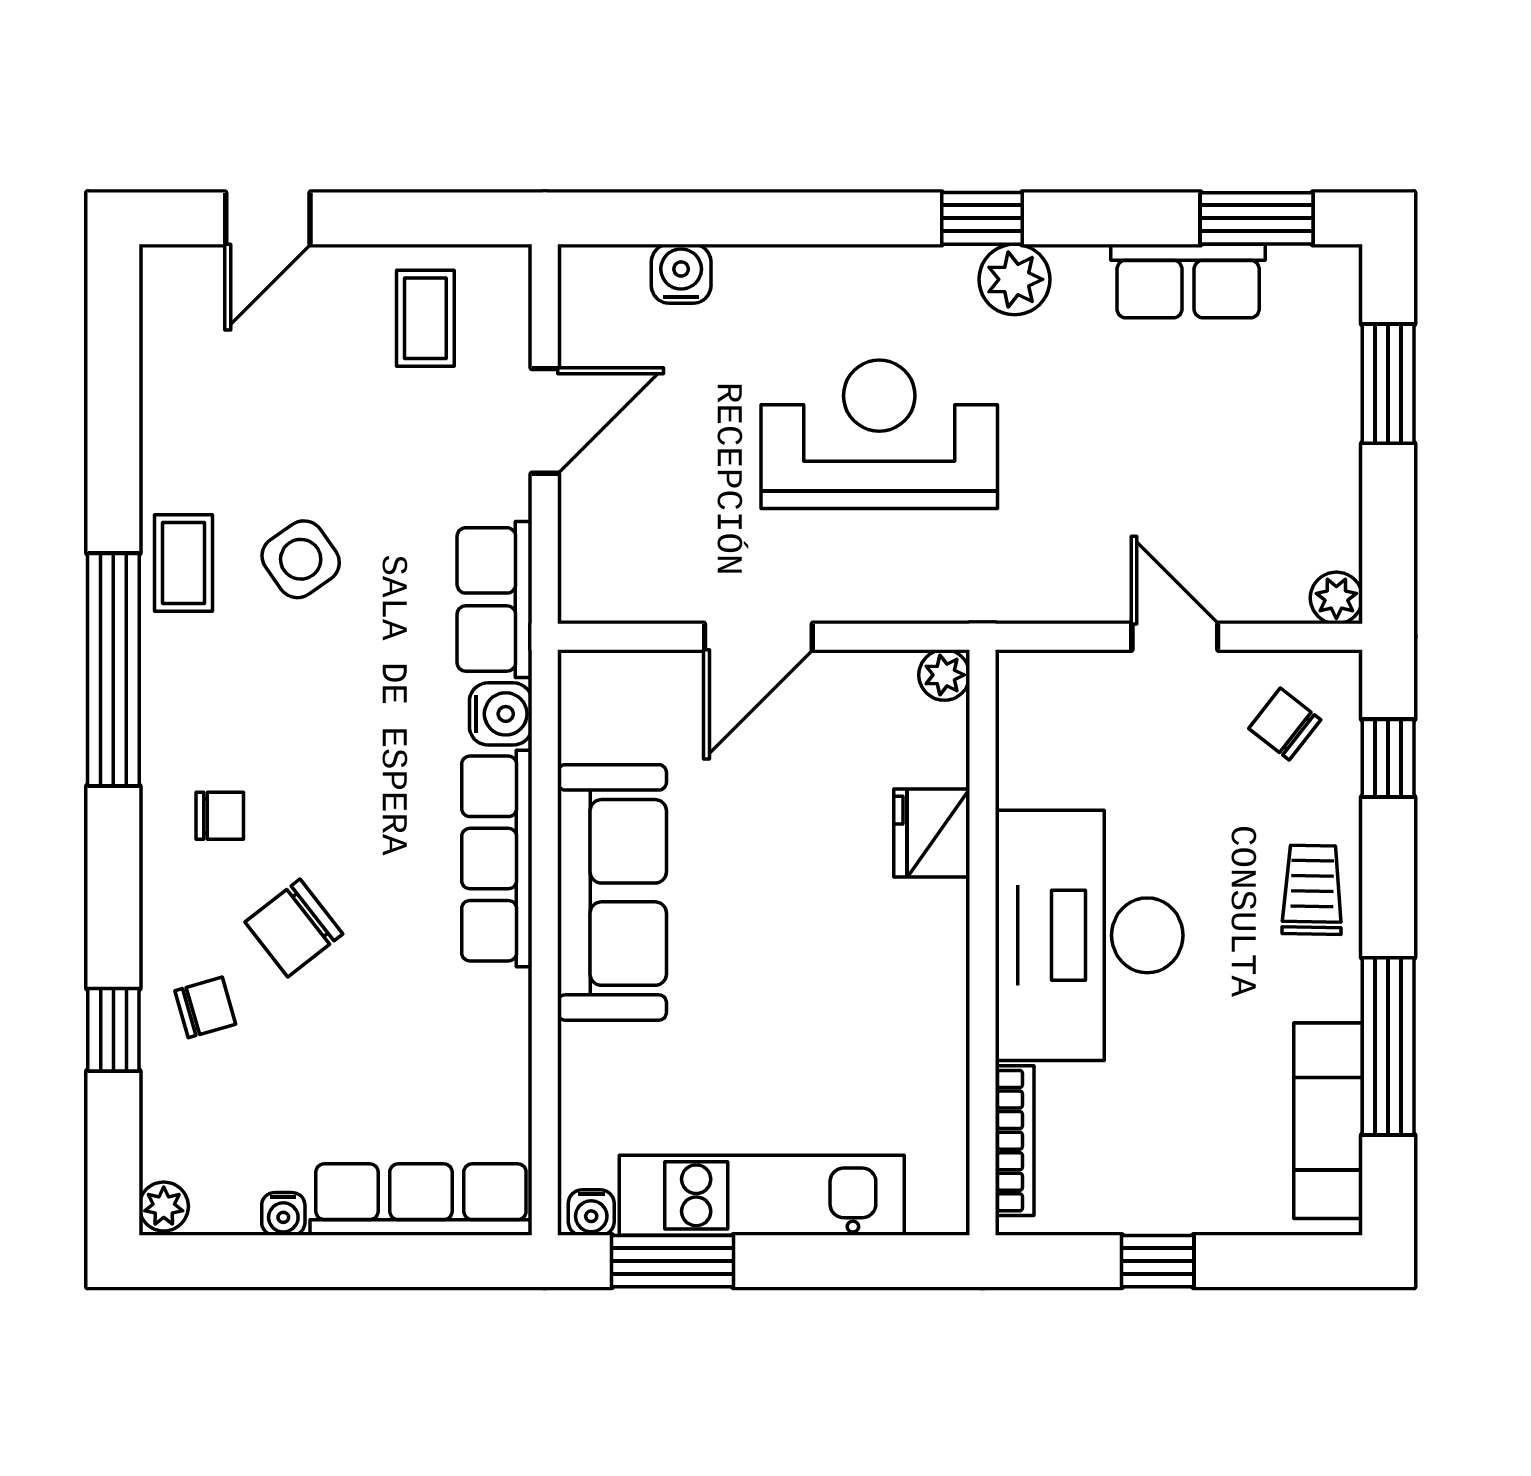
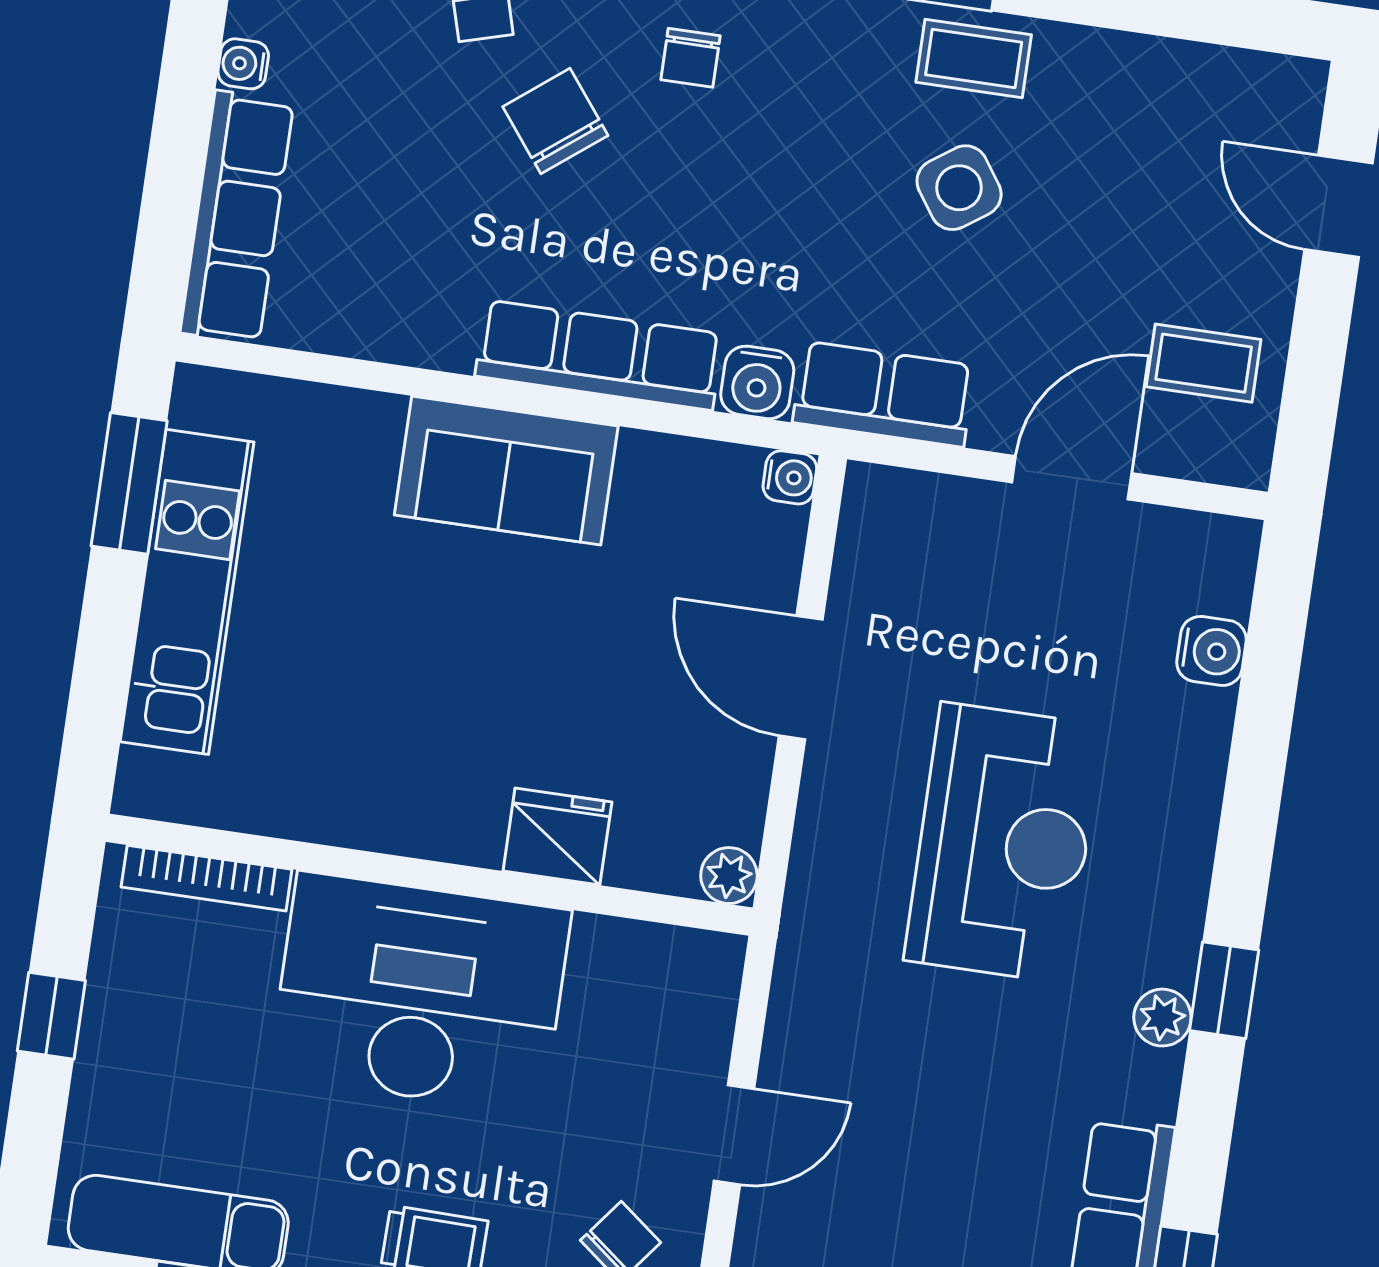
plant: (1014, 279) -> (1162, 1018), width x0.73, depth x0.73
door: (545, 421) -> (1072, 478), swing flipped
sofa: (612, 892) -> (506, 471), width x0.73
water cooler: (591, 1213) -> (790, 477), moved, turned 180

